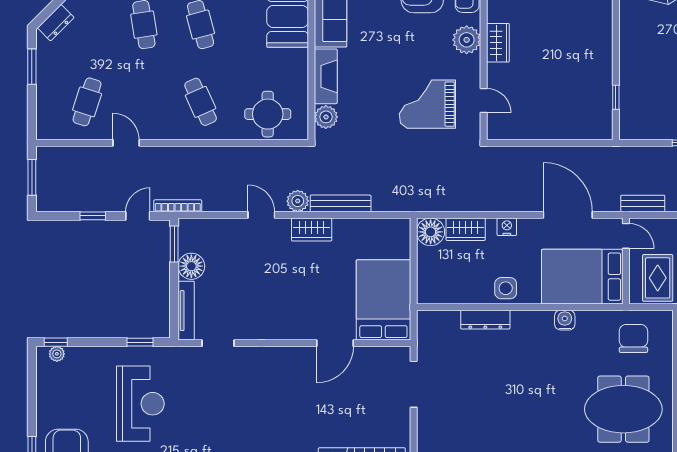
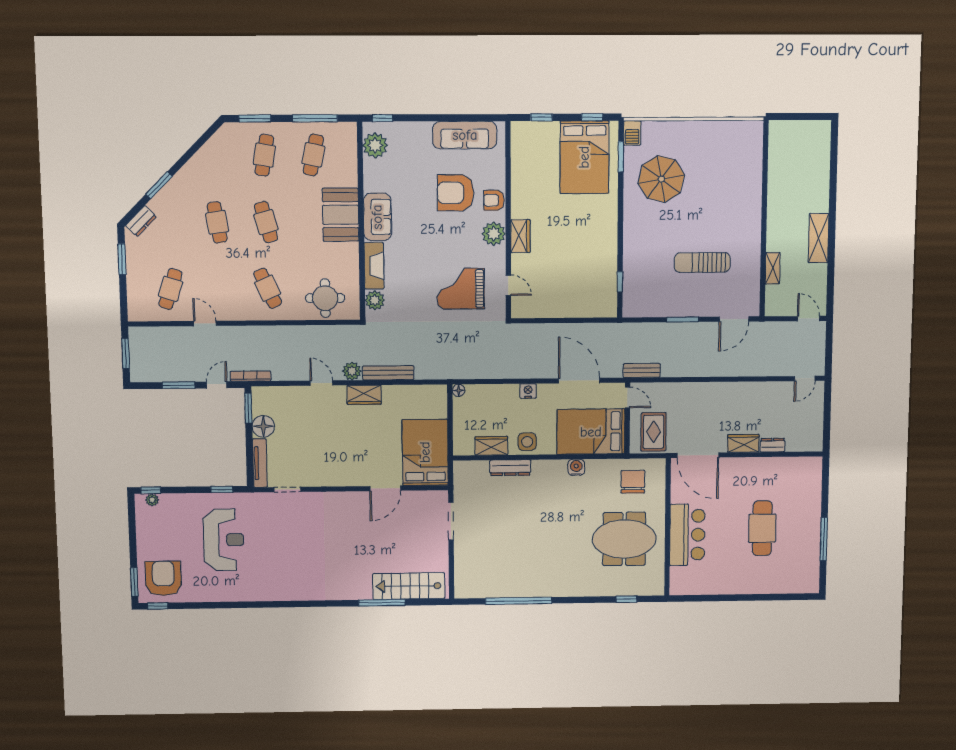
window: (93, 216) -> (179, 385), width x1.50
wardrobe: (466, 229) -> (491, 446), moved, turned 180
floor lamp: (431, 232) -> (459, 390), width x0.53, depth x0.53

